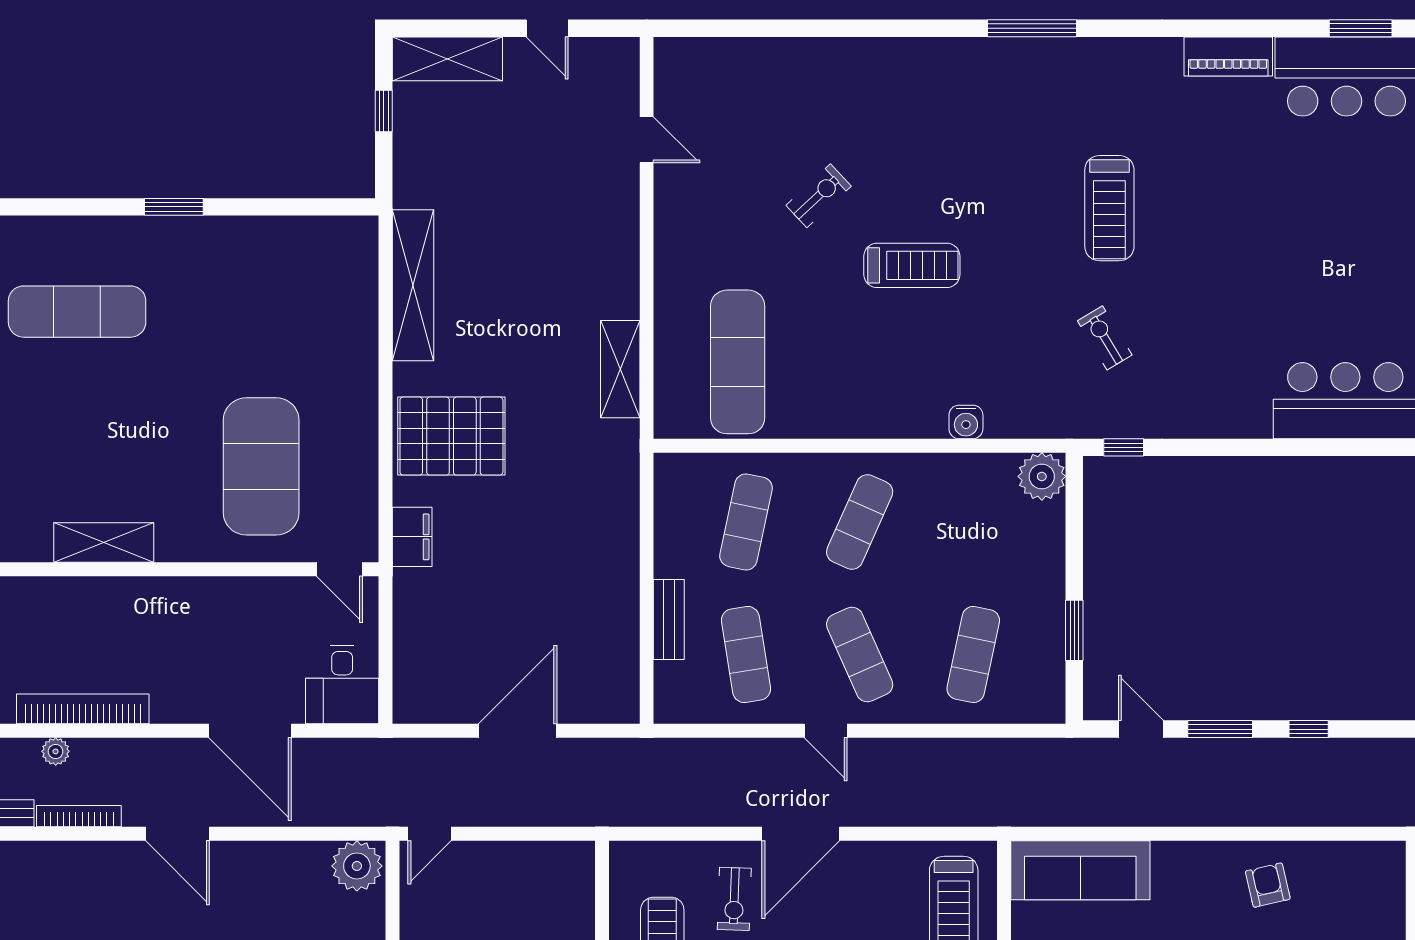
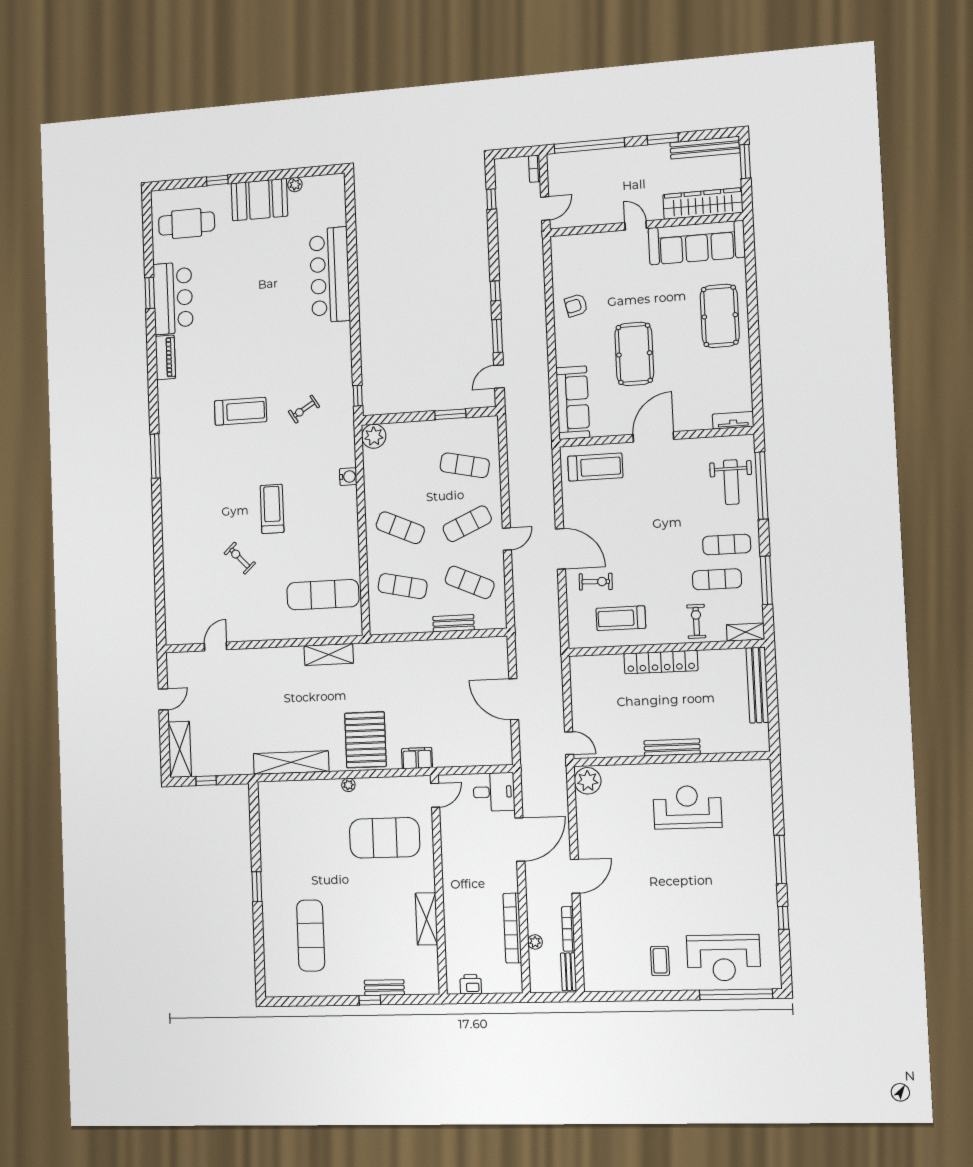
plant: (366, 398) -> (348, 785), added
exercise mat: (746, 654) -> (470, 582), turned 33

